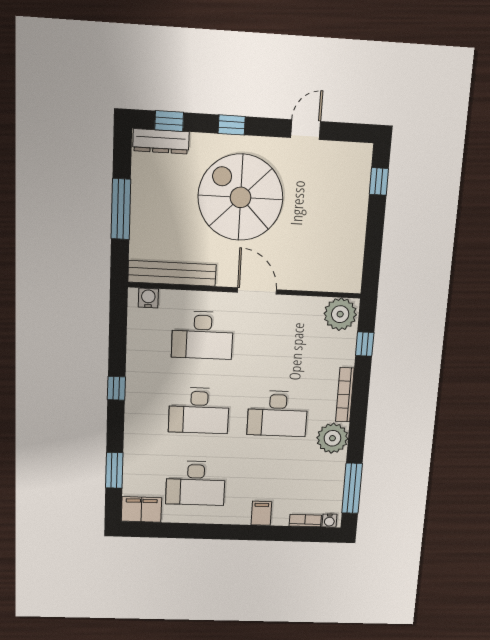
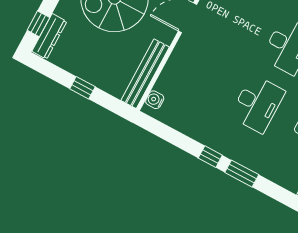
window: (121, 209) -> (82, 88), width x0.46
desk: (202, 335) -> (201, 74), removed
window: (114, 470) -> (242, 174), moved

